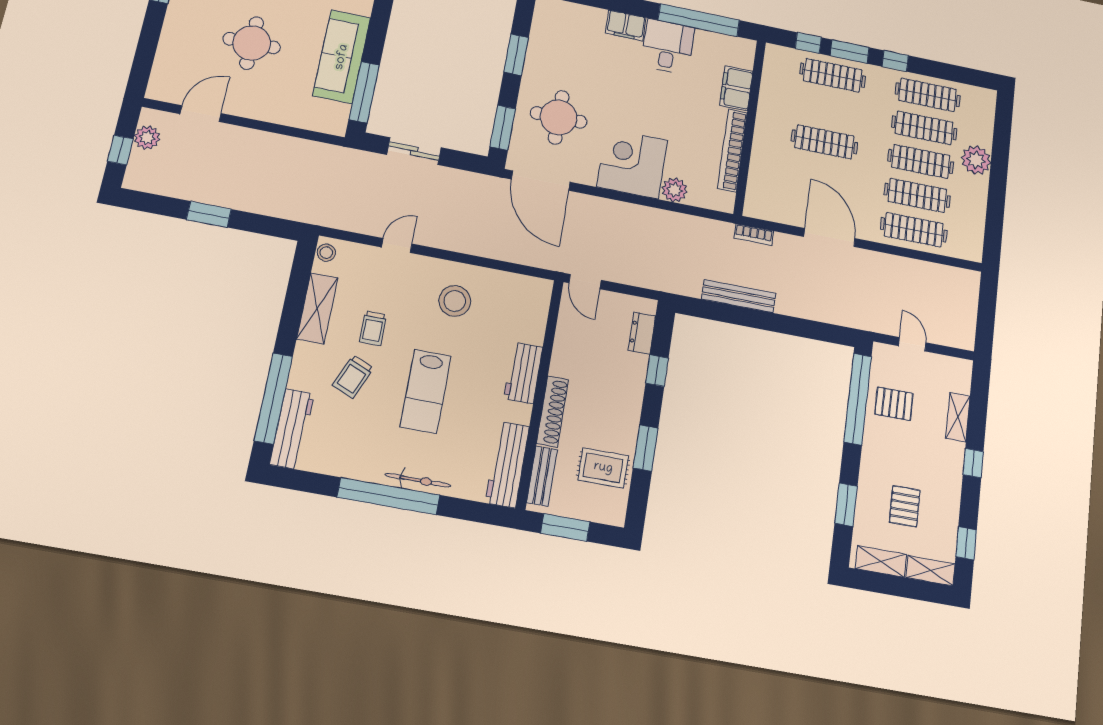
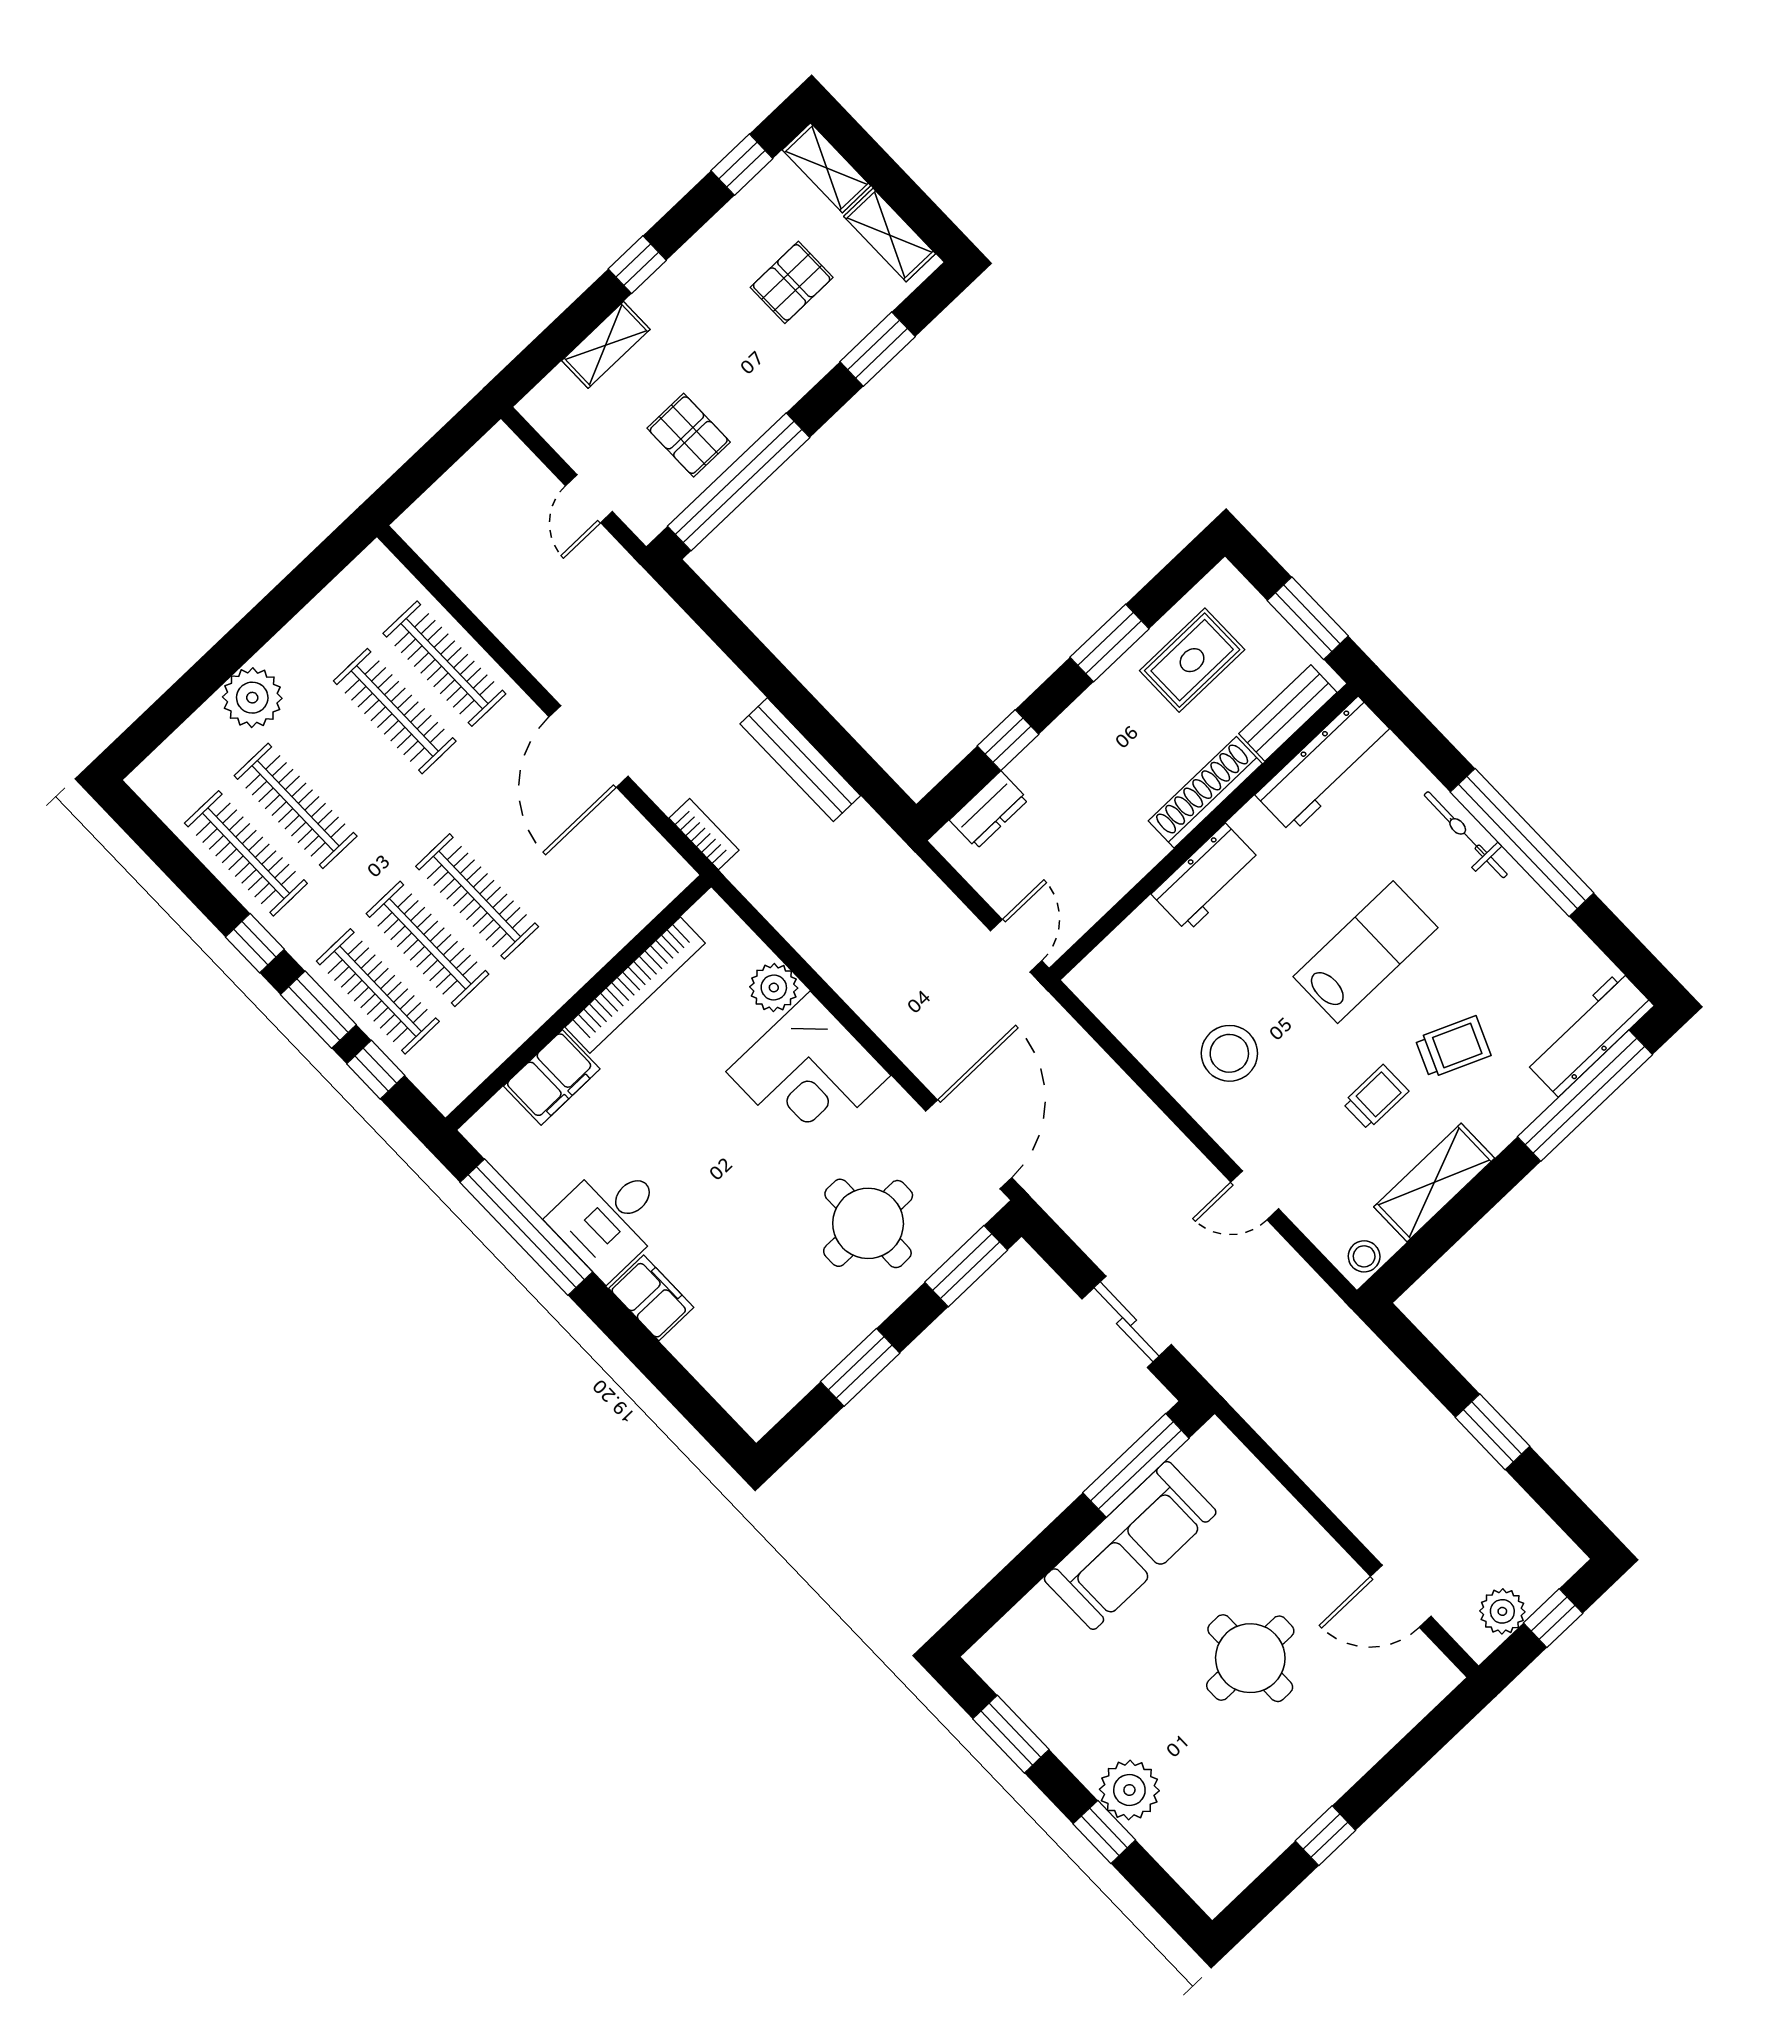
clothes rail: (921, 161) -> (427, 944), moved
rug: (603, 468) -> (1192, 660), turned 90

